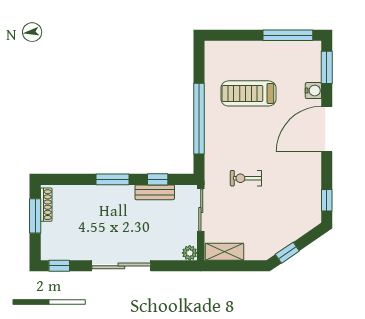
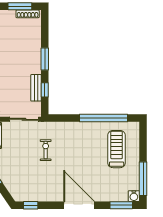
water cooler: (313, 91) -> (134, 196), moved
treadmill: (248, 93) -> (117, 149), moved
window: (199, 119) -> (104, 118), moved

